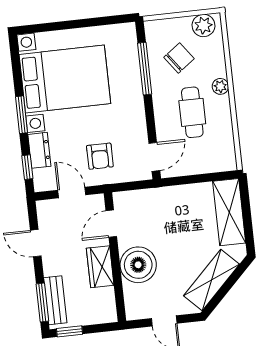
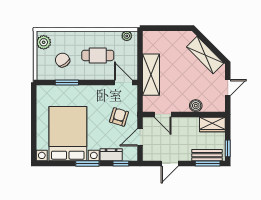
window: (145, 69) -> (67, 83), width x0.69
plant: (220, 86) -> (127, 36), moved
armchair: (100, 156) -> (119, 117), turned -73
shelving: (229, 212) -> (151, 75), moved, turned 90
boiler: (138, 265) -> (196, 106), width x0.54, depth x0.54
wardrobe: (100, 267) -> (212, 124), moved

